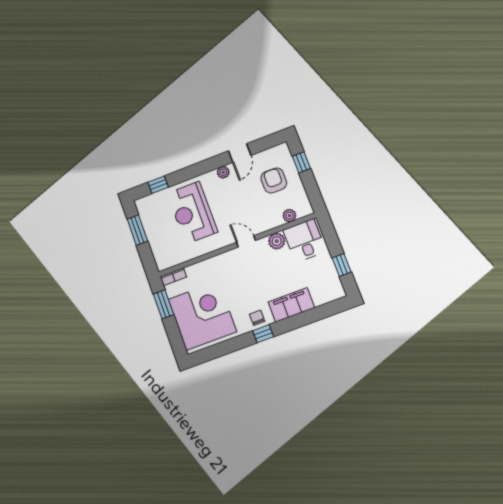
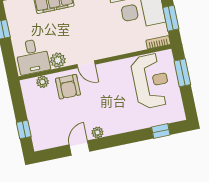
armchair: (274, 180) -> (68, 87), moved
reception desk: (192, 213) -> (151, 81), moved
window: (137, 230) -> (182, 73), moved

